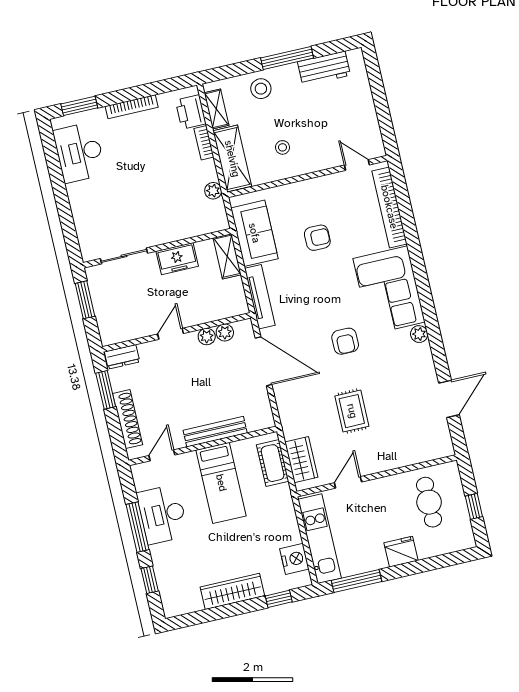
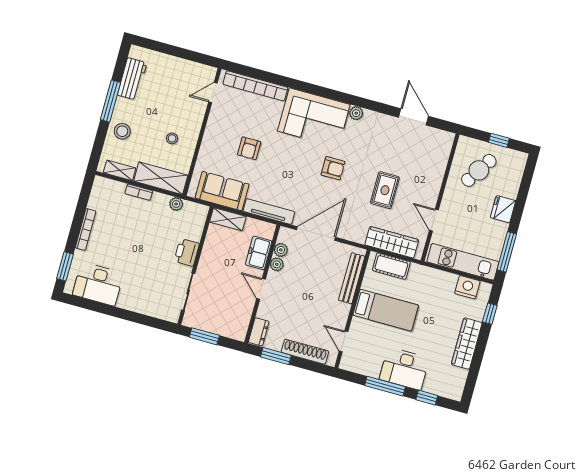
printer: (191, 112) -> (187, 252), moved, turned 90
armchair: (317, 238) -> (249, 148), turned 180
freezer: (177, 259) -> (259, 253), moved, turned 180
rug: (352, 411) -> (385, 190), turned 90
bench: (215, 432) -> (352, 278), moved
wardrobe: (301, 460) -> (392, 242), width x1.50
cafe table: (429, 502) -> (479, 170), turned -57
desk: (162, 514) -> (404, 369), moved

